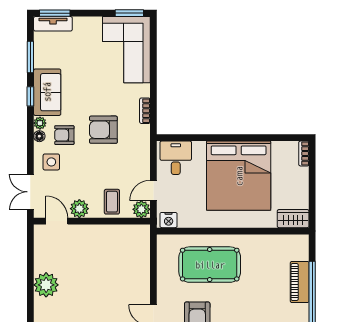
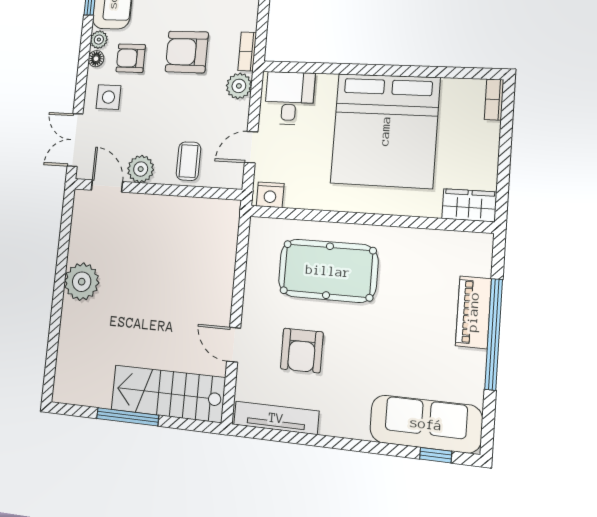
bookcase: (145, 111) -> (247, 51), moved
plant: (141, 209) -> (239, 86), moved

